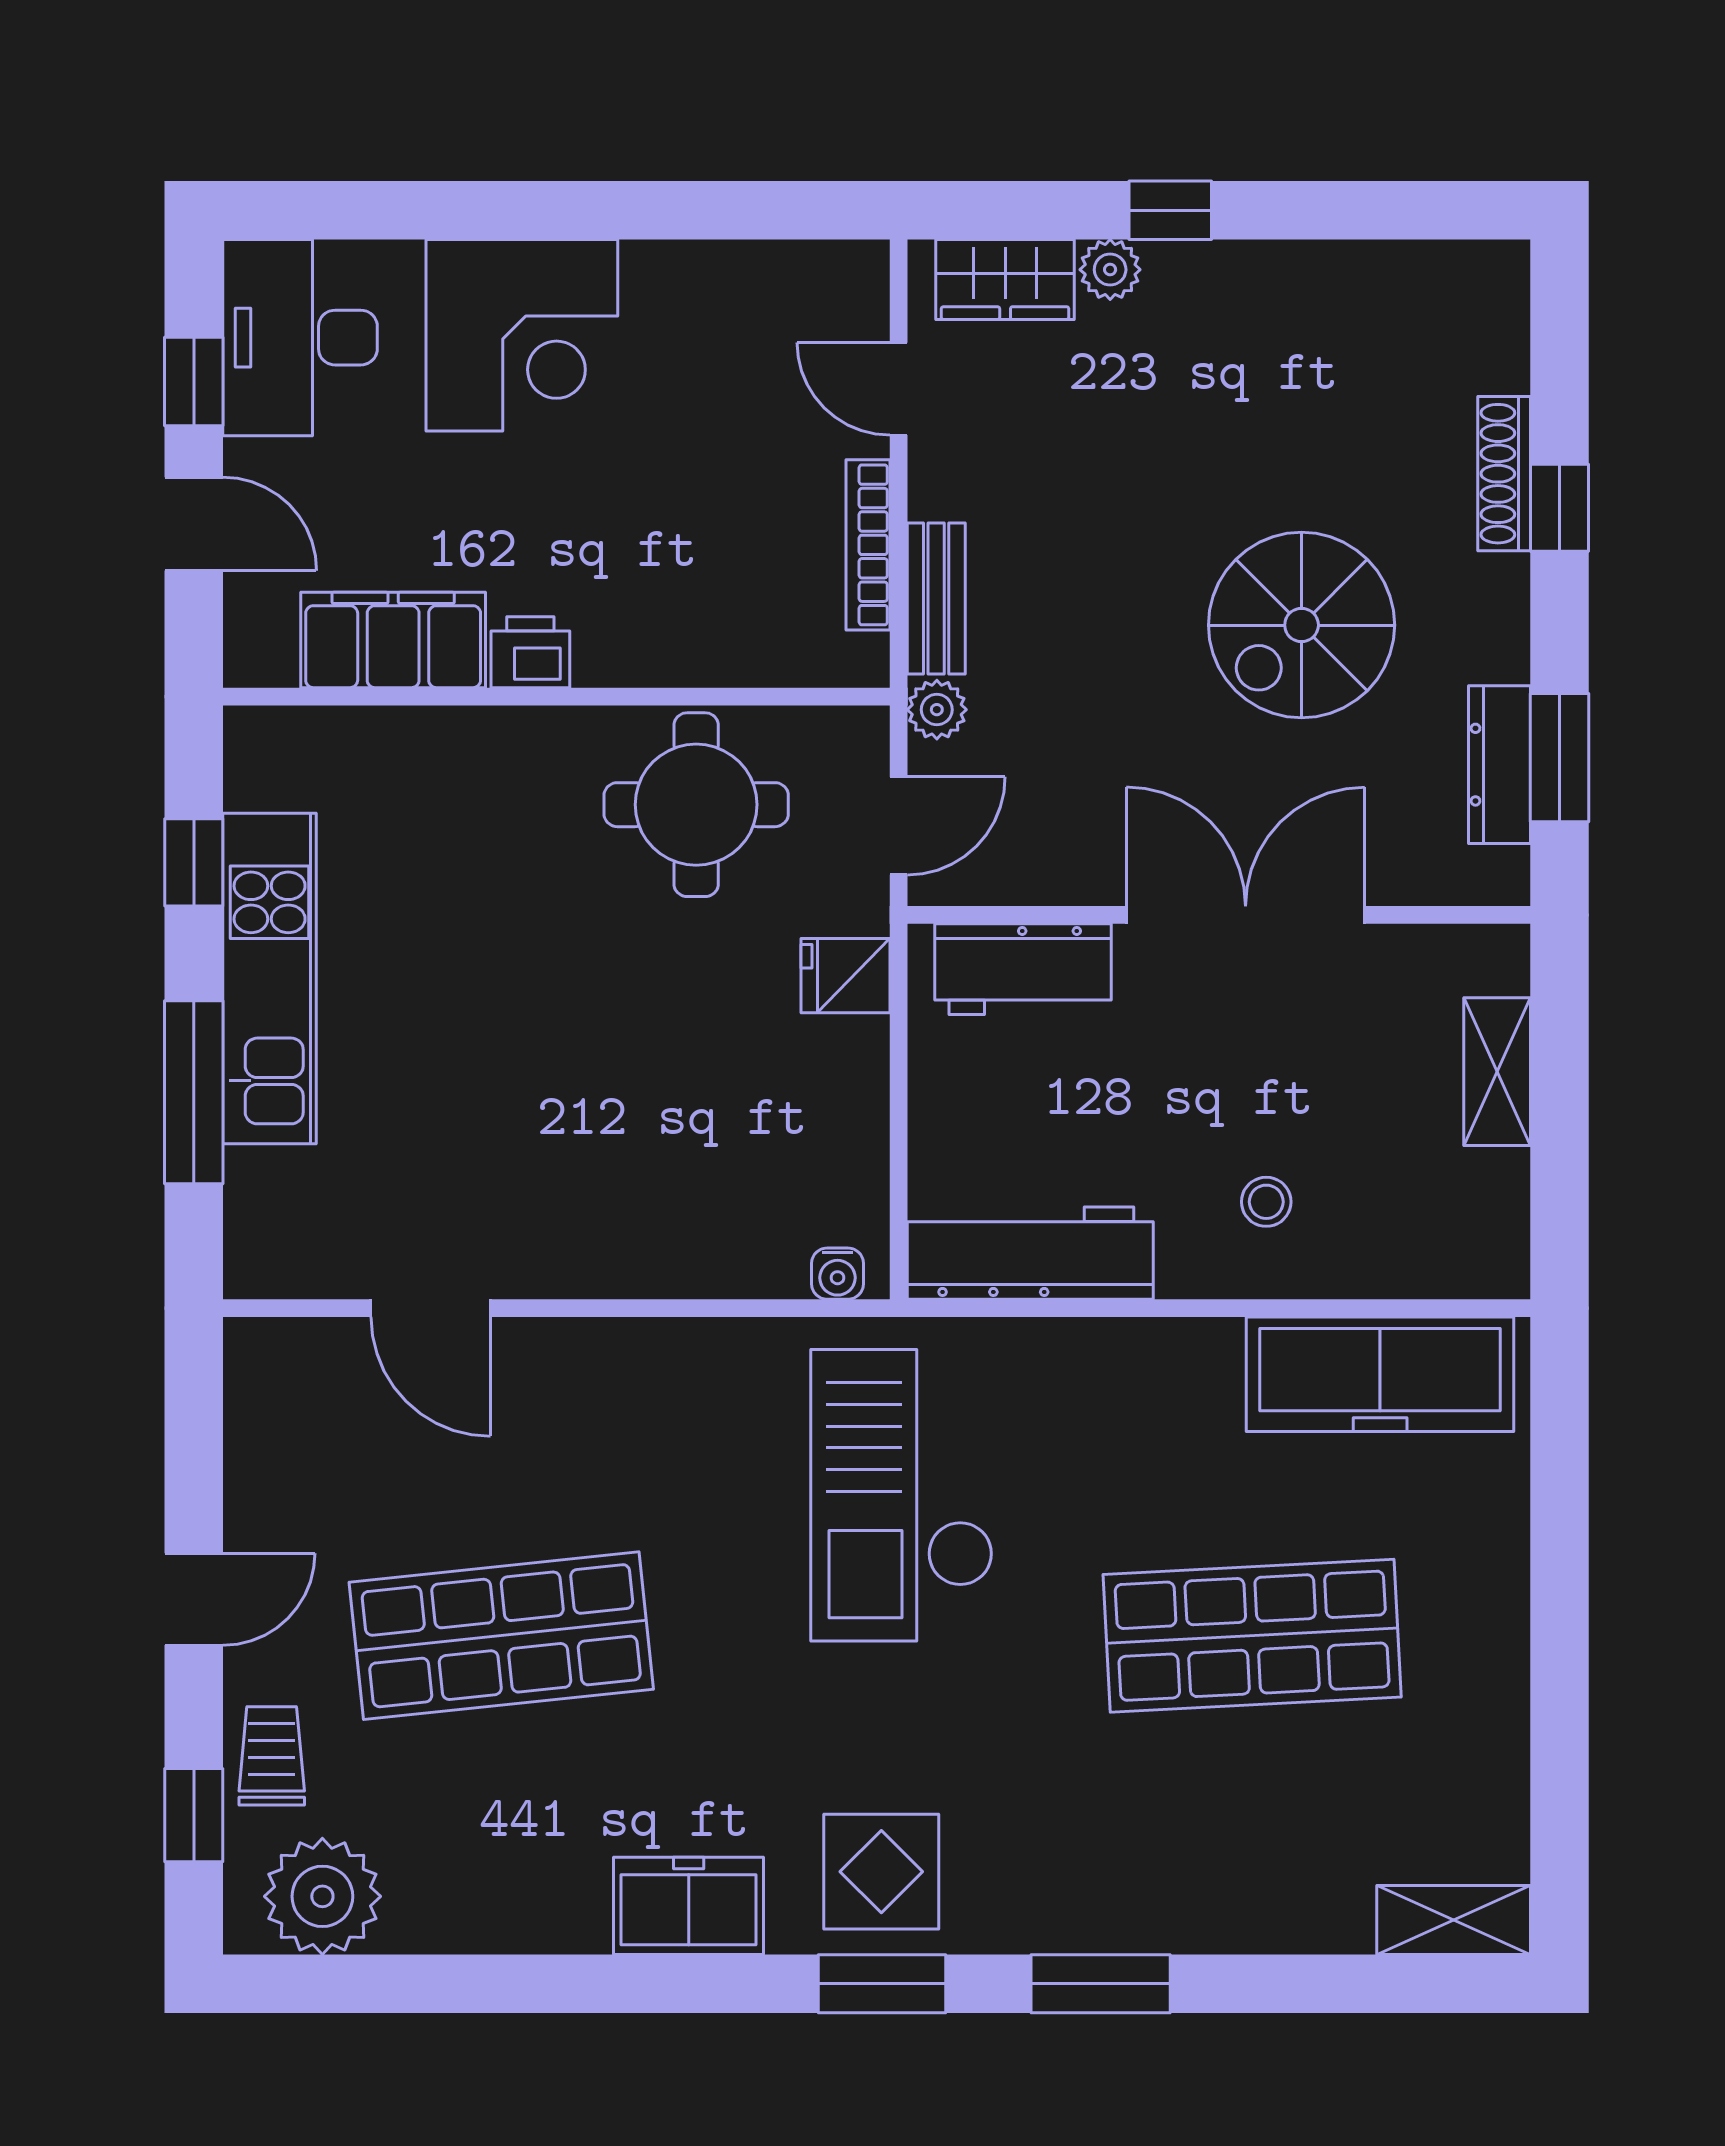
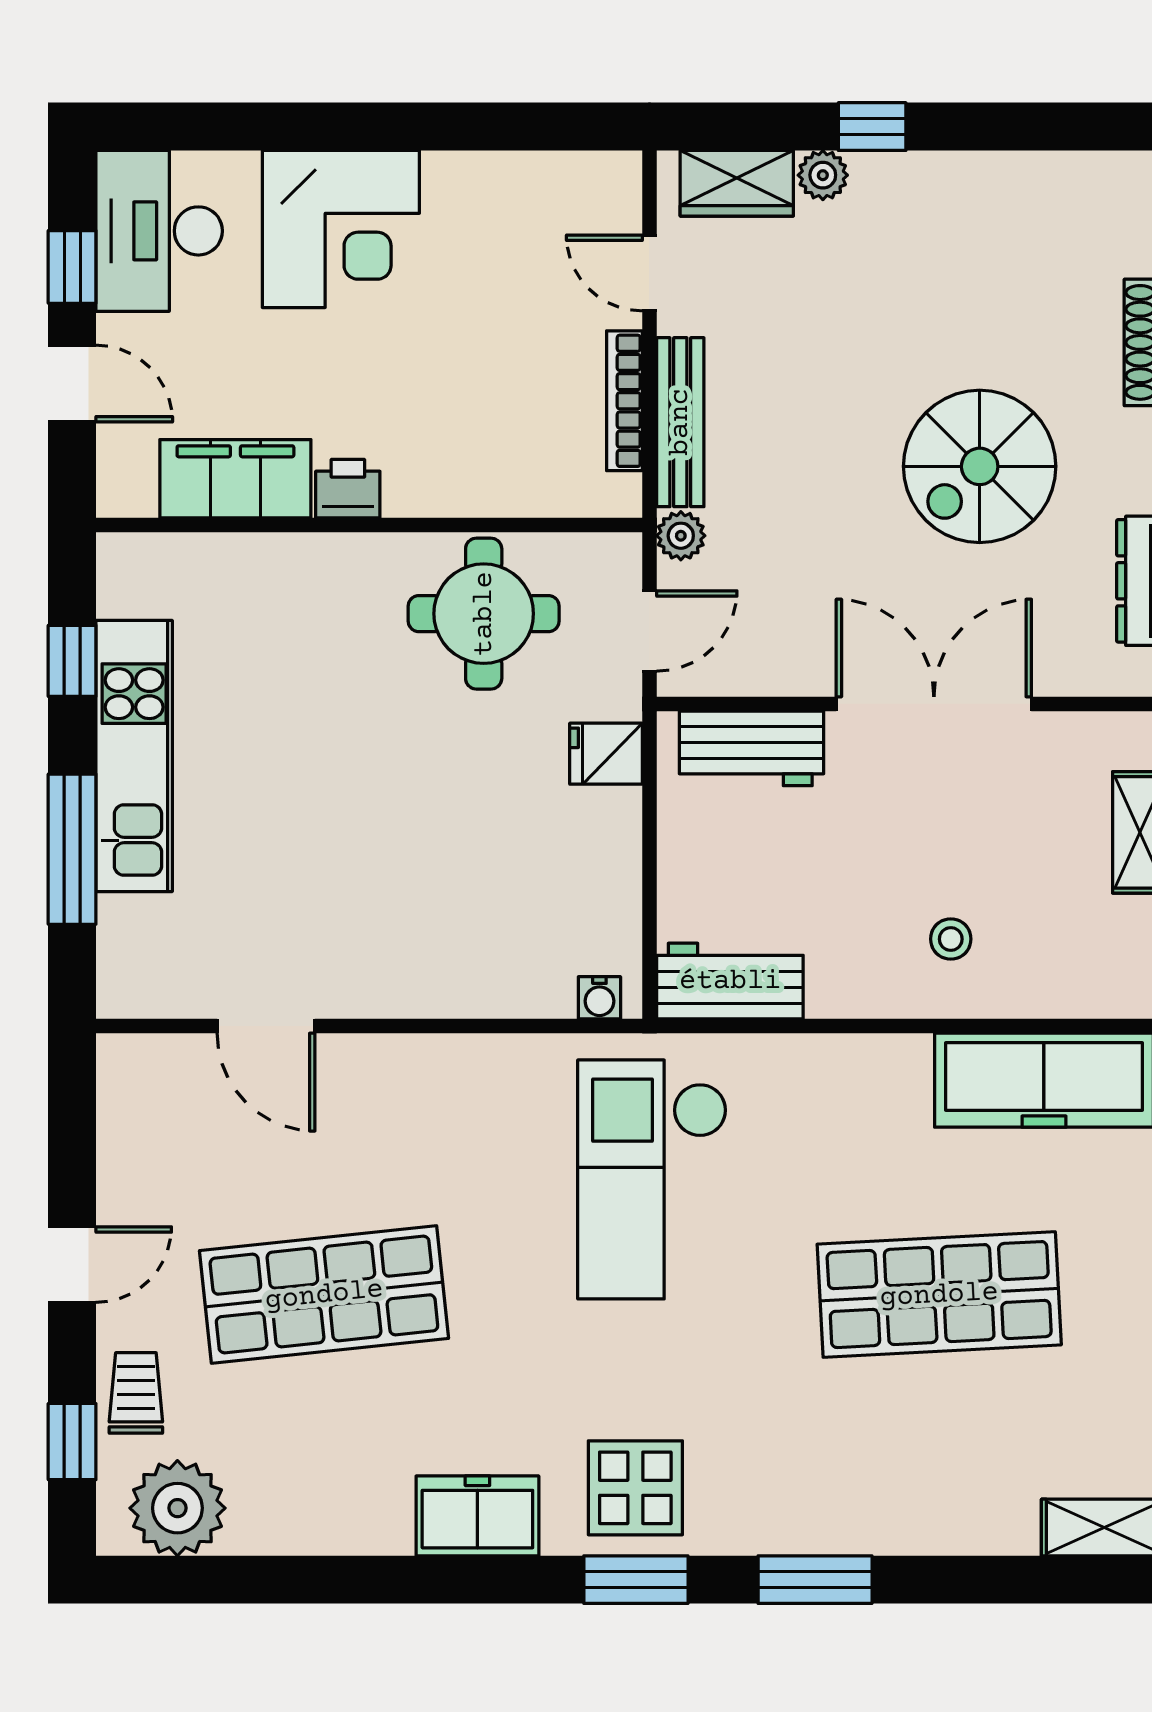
bench: (936, 599) -> (680, 422), width x1.36
workbench: (1030, 1253) -> (730, 981), width x0.73

